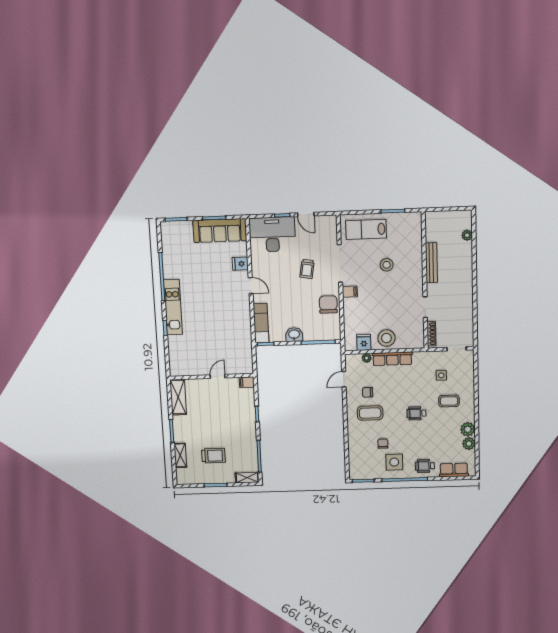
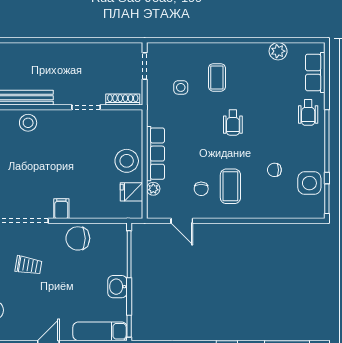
stool: (387, 265) -> (28, 123), moved
plant: (468, 429) -> (258, 52), removed
side table: (394, 462) -> (309, 183), moved

